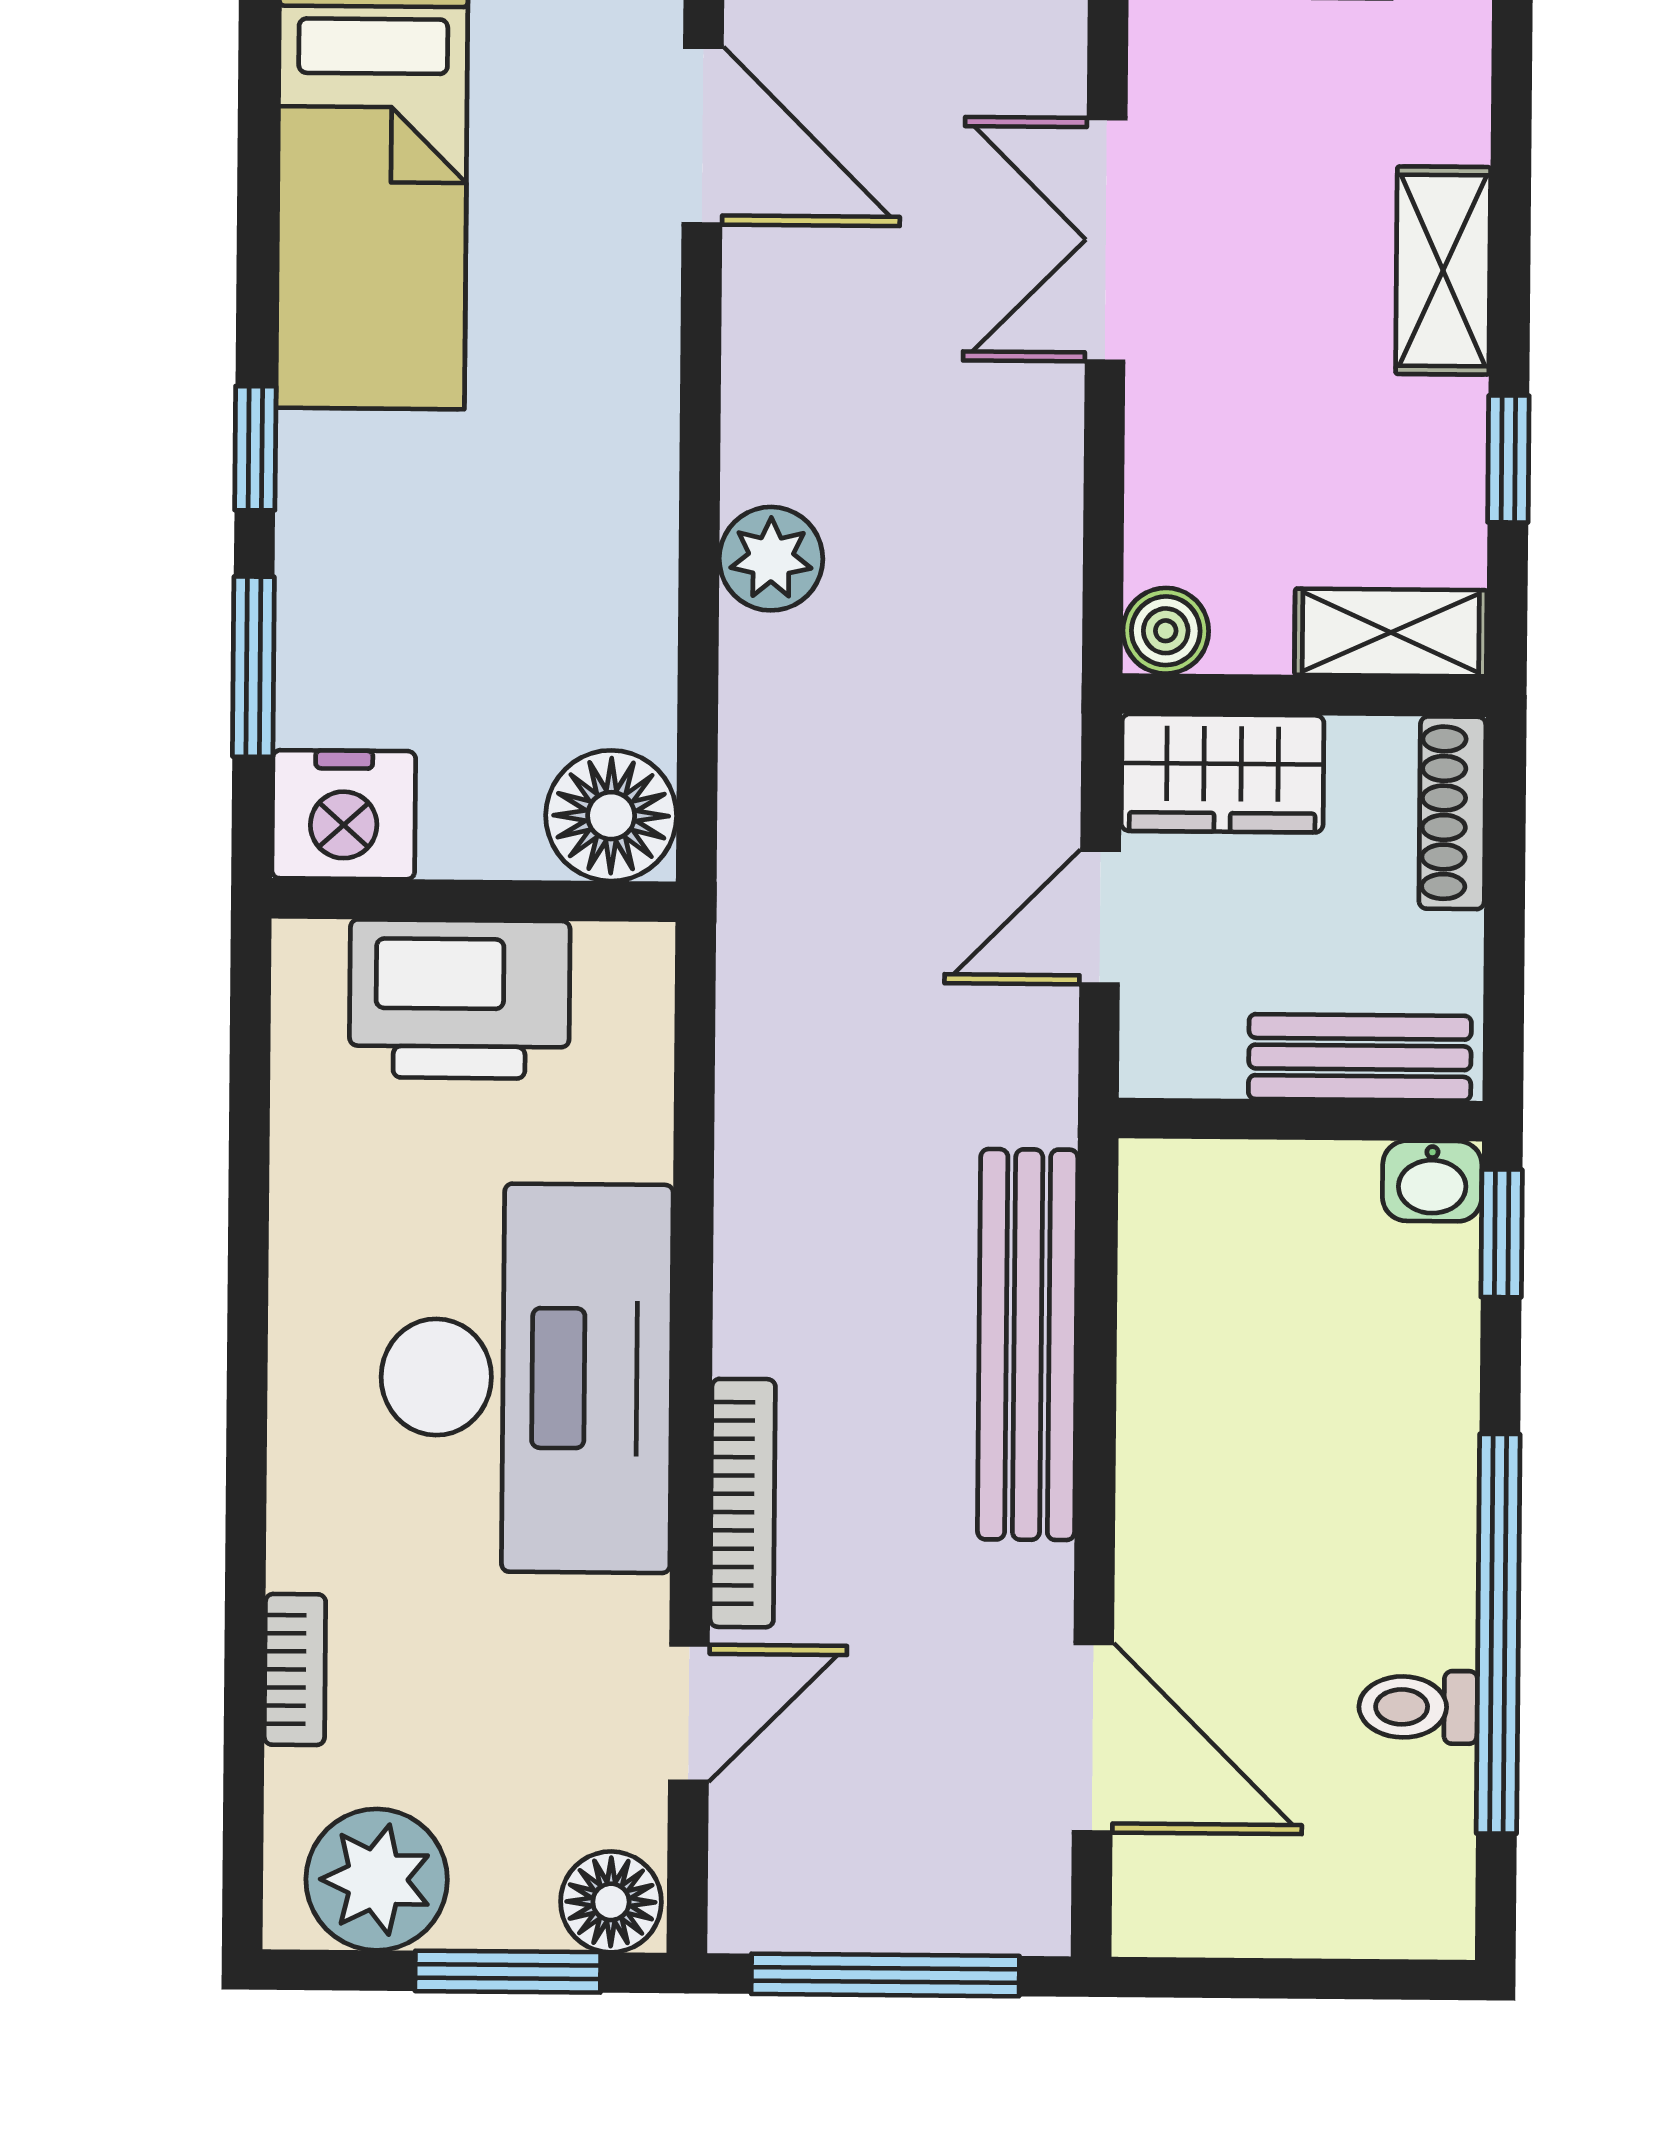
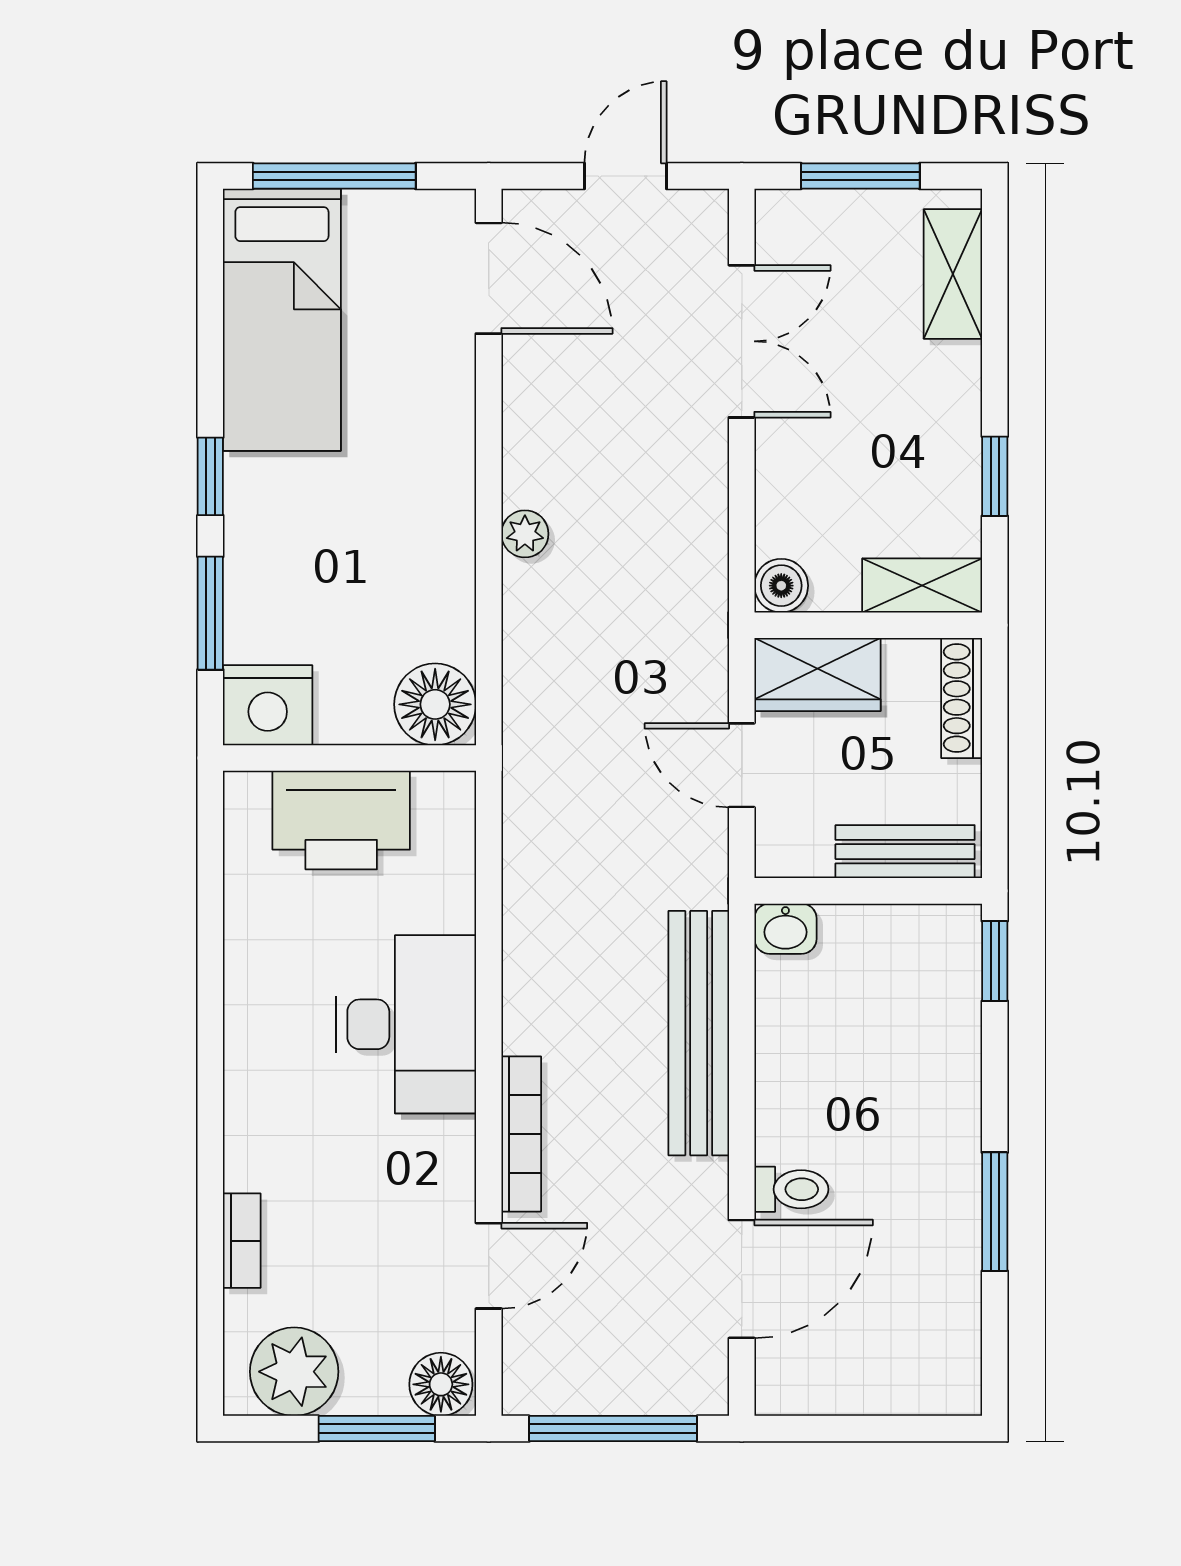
double door: (1106, 240) -> (742, 341), swing flipped
shelving: (1443, 271) -> (953, 274), moved
plant: (771, 559) -> (525, 534), width x0.73, depth x0.73
door: (1100, 917) -> (742, 765), hinge flipped
washbasin: (1432, 1181) -> (785, 929), moved
desk: (526, 1378) -> (406, 1024), width x0.73, depth x0.77
window: (1498, 1634) -> (995, 1212), width x0.47
toilet: (1418, 1707) -> (791, 1189), moved, turned 180
door: (1093, 1738) -> (742, 1279), hinge flipped

